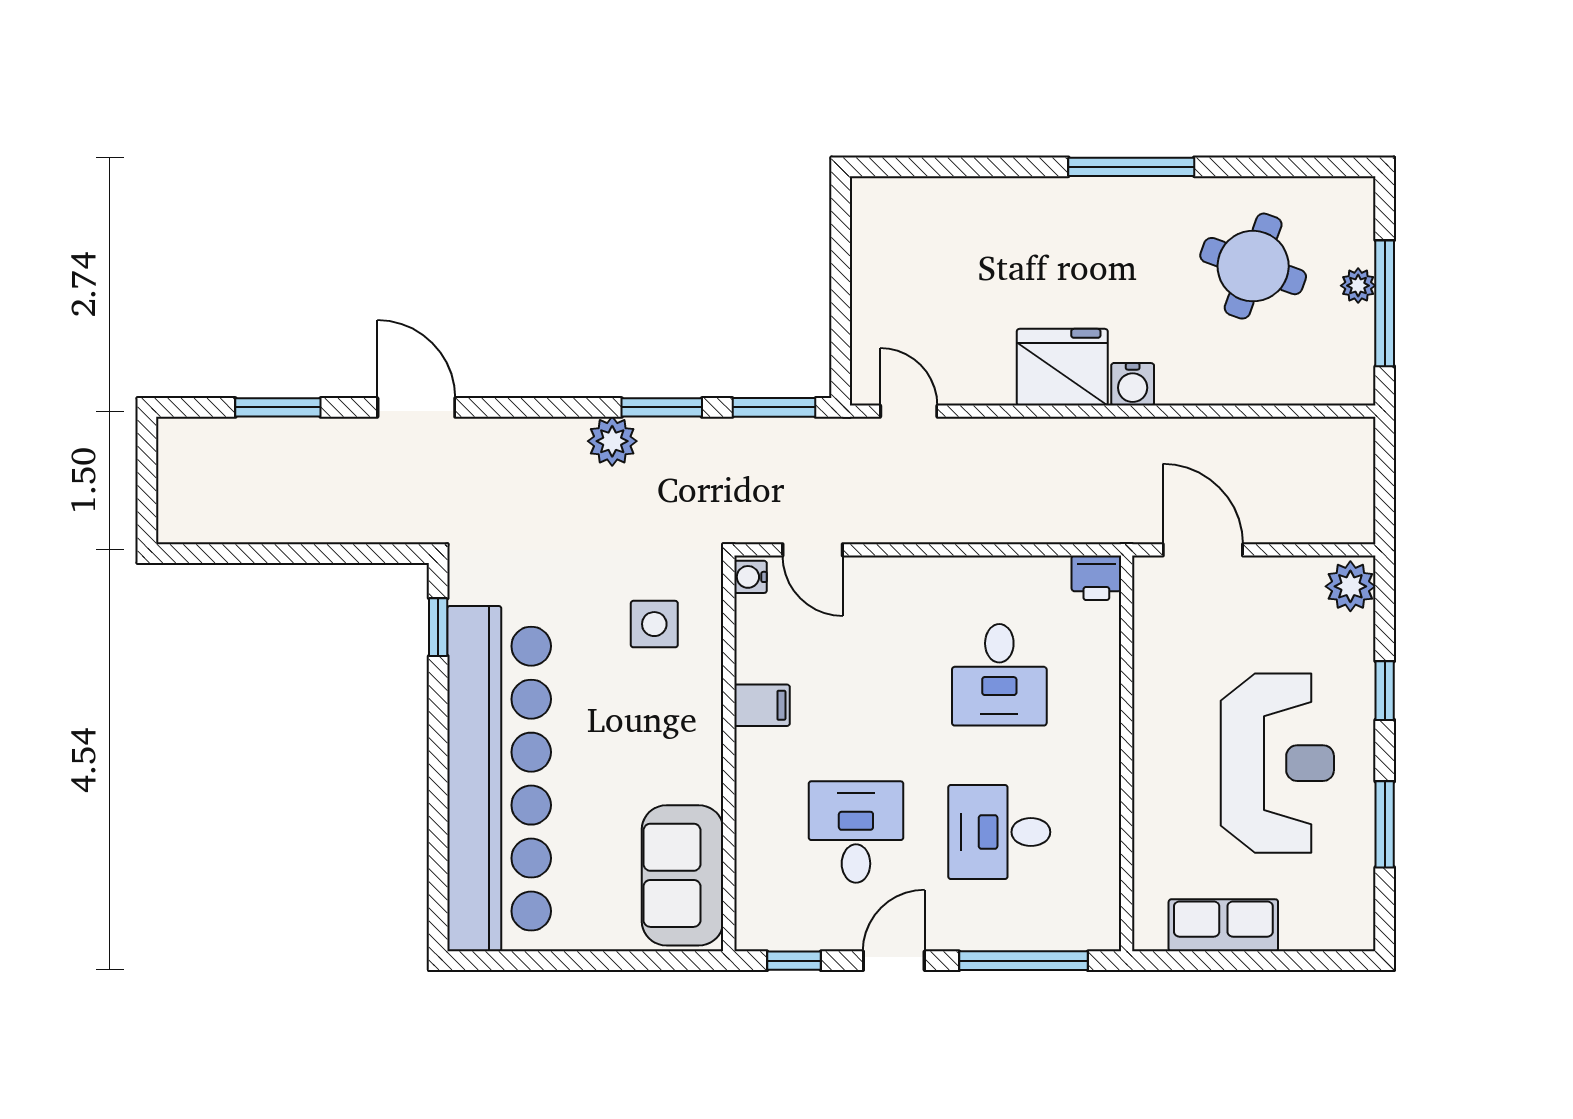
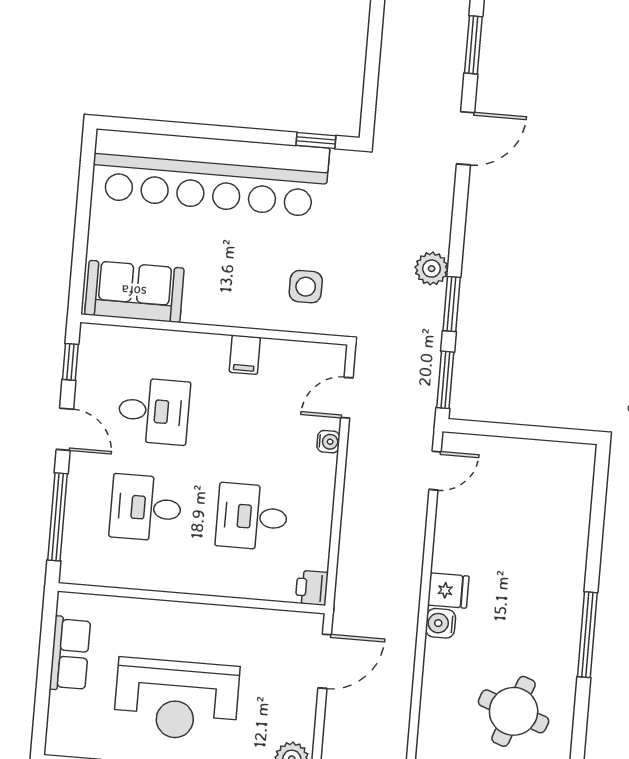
fridge: (1062, 367) -> (448, 591), width x0.53, depth x0.75
water cooler: (750, 577) -> (328, 442), moved, turned 90
desk: (999, 832) -> (146, 508), turned -90

